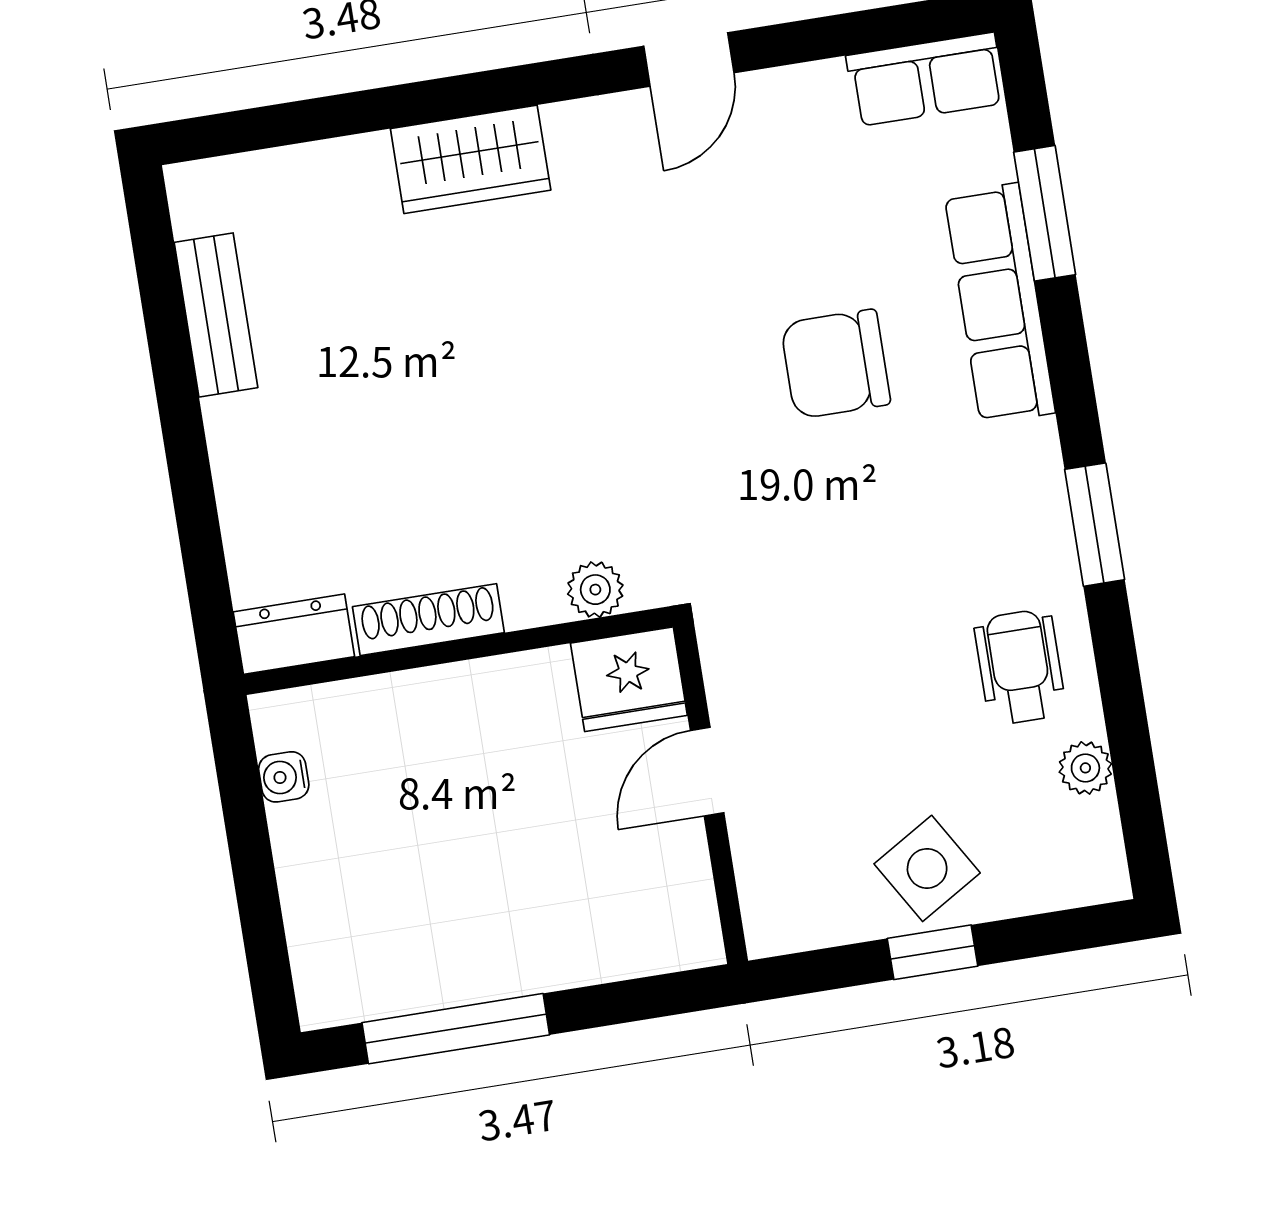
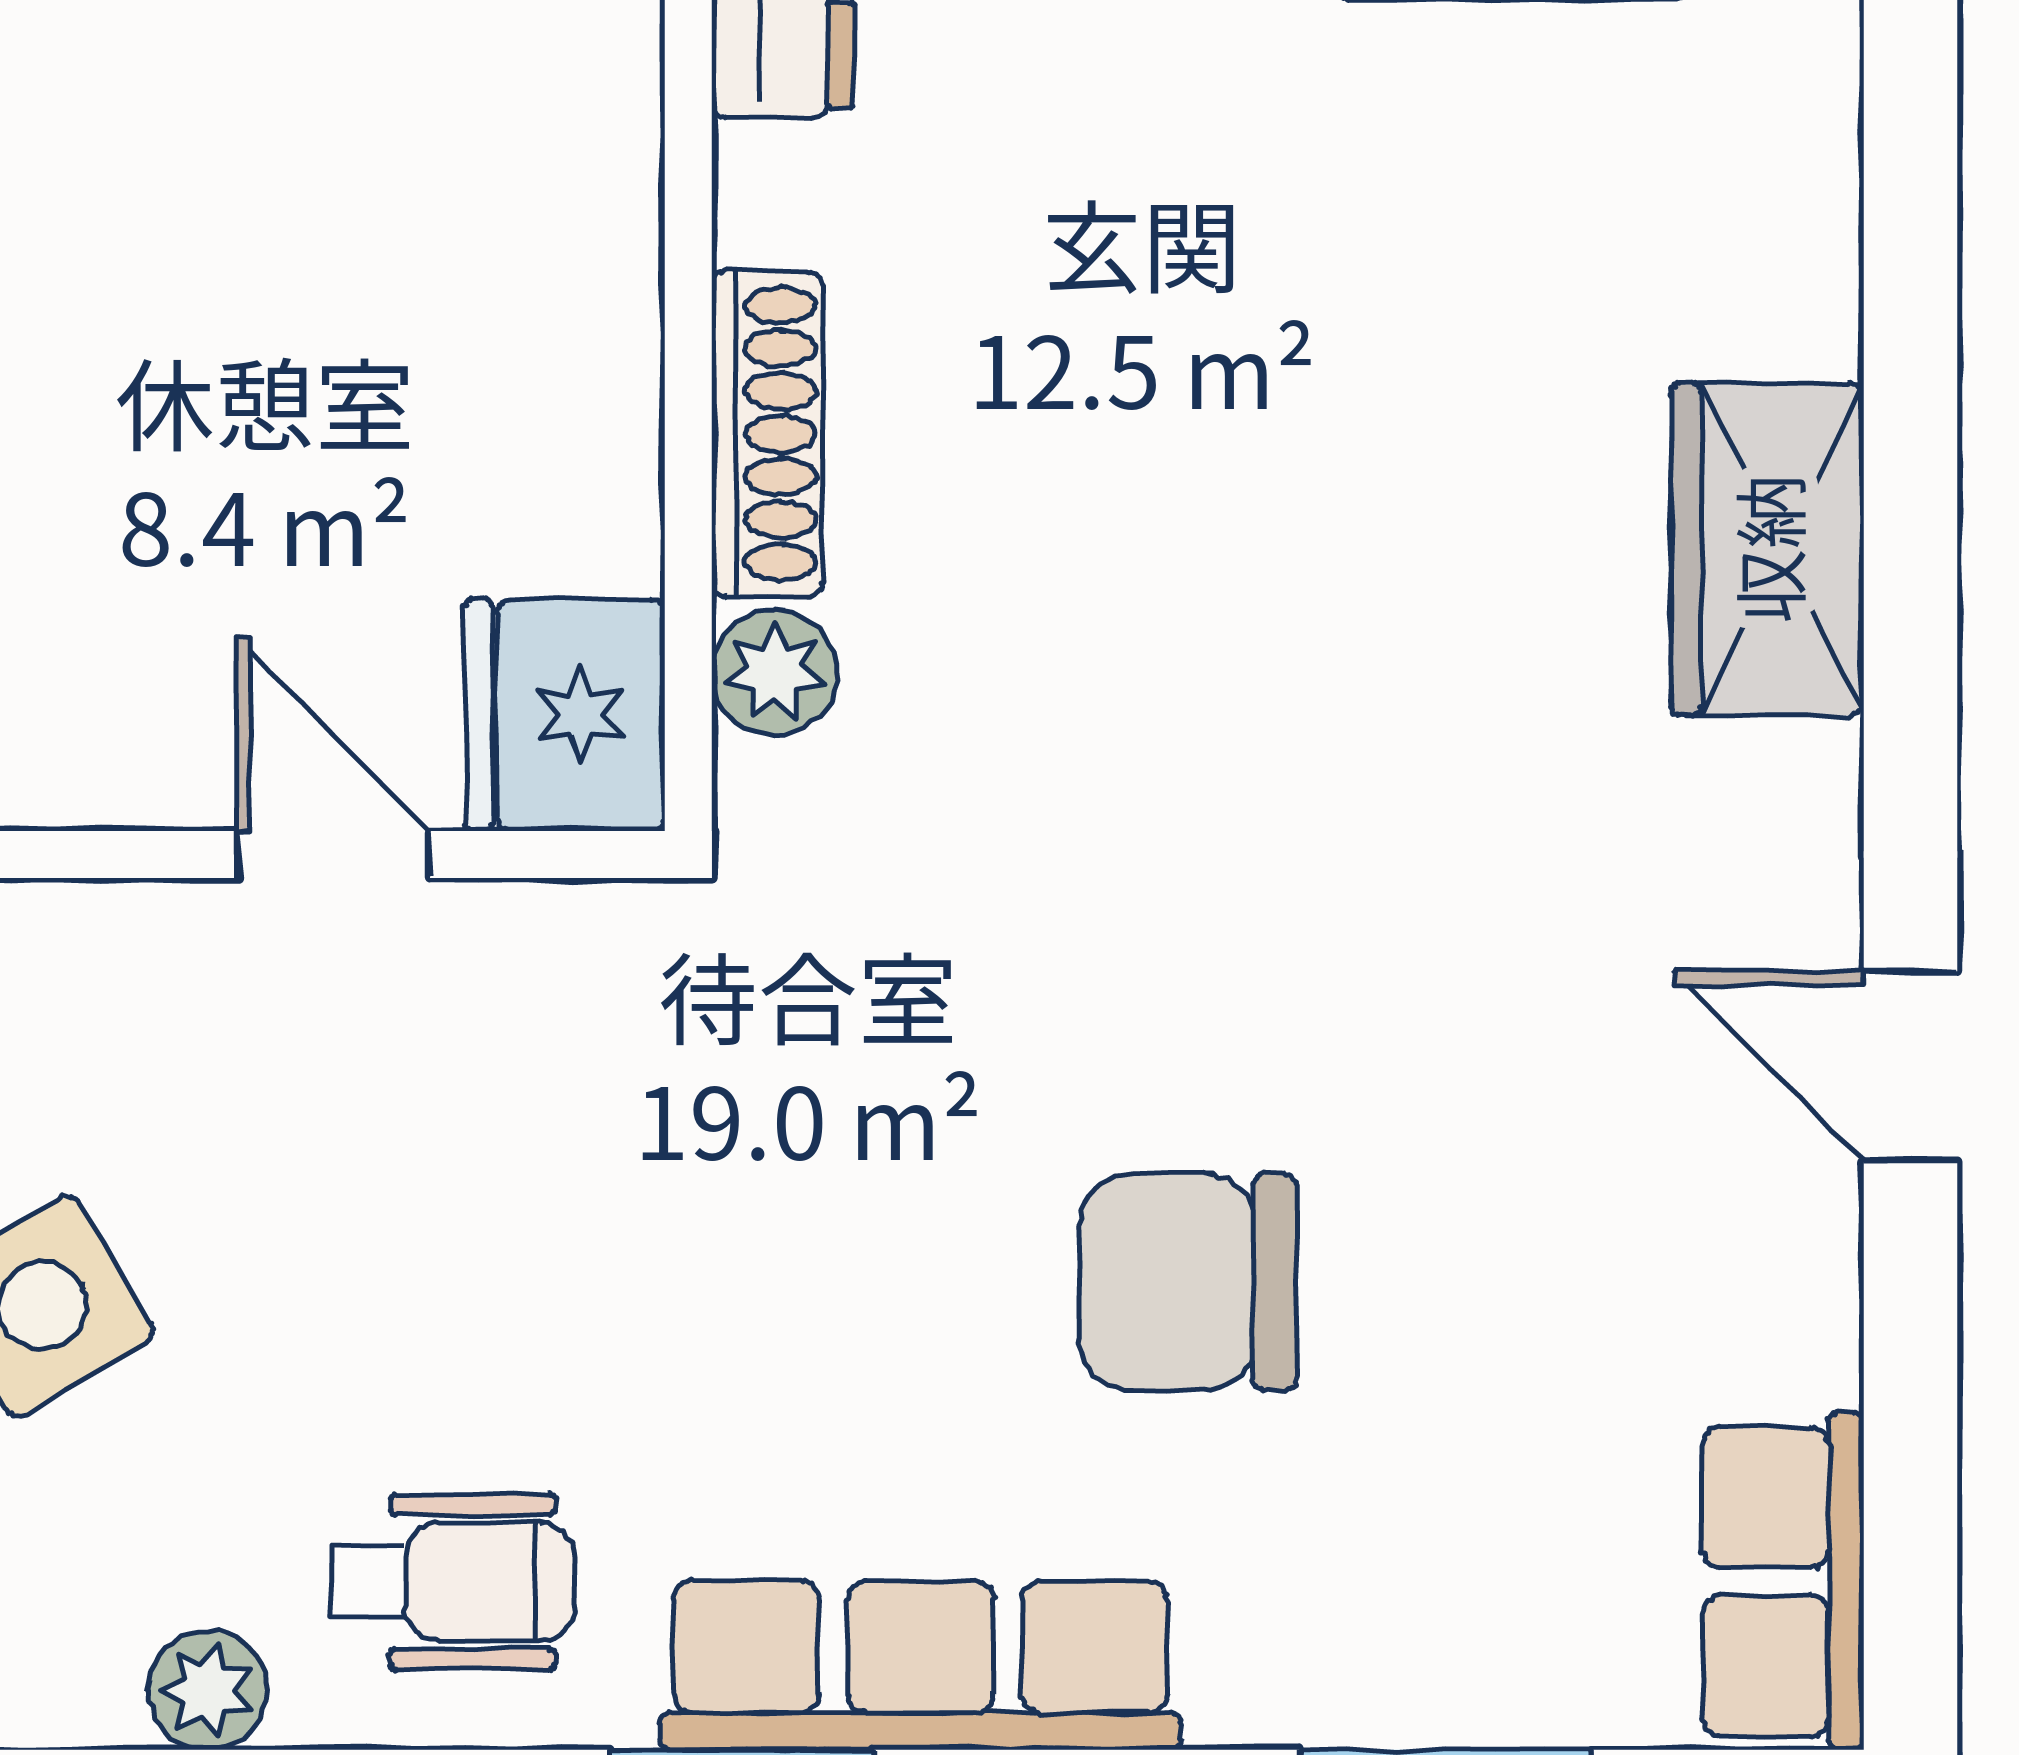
row of seats: (1000, 304) -> (920, 1665), moved
chair: (836, 364) -> (1187, 1282), turned -90
shoe rack: (428, 620) -> (767, 434), moved

